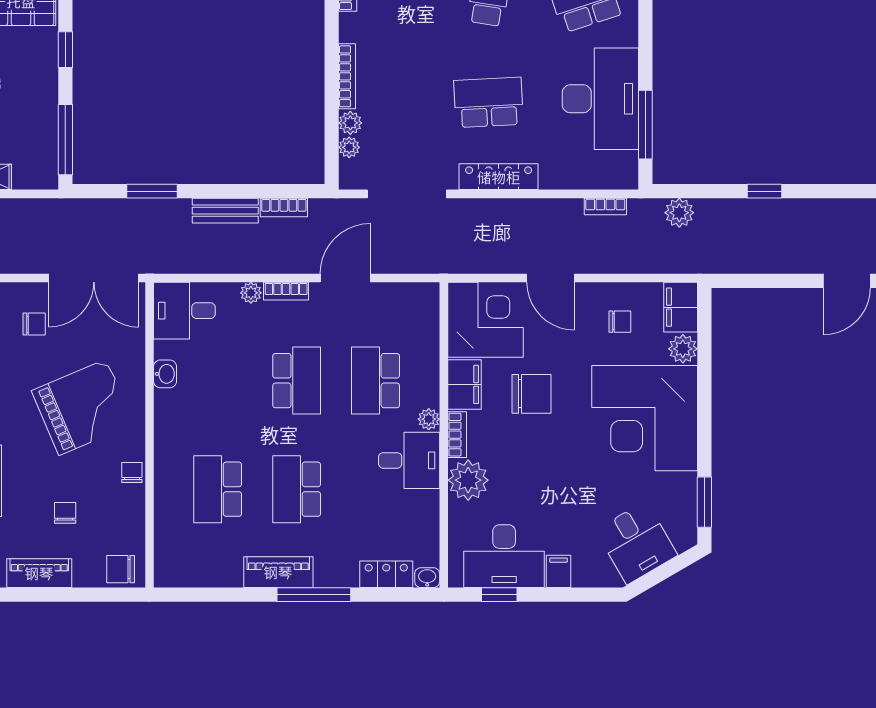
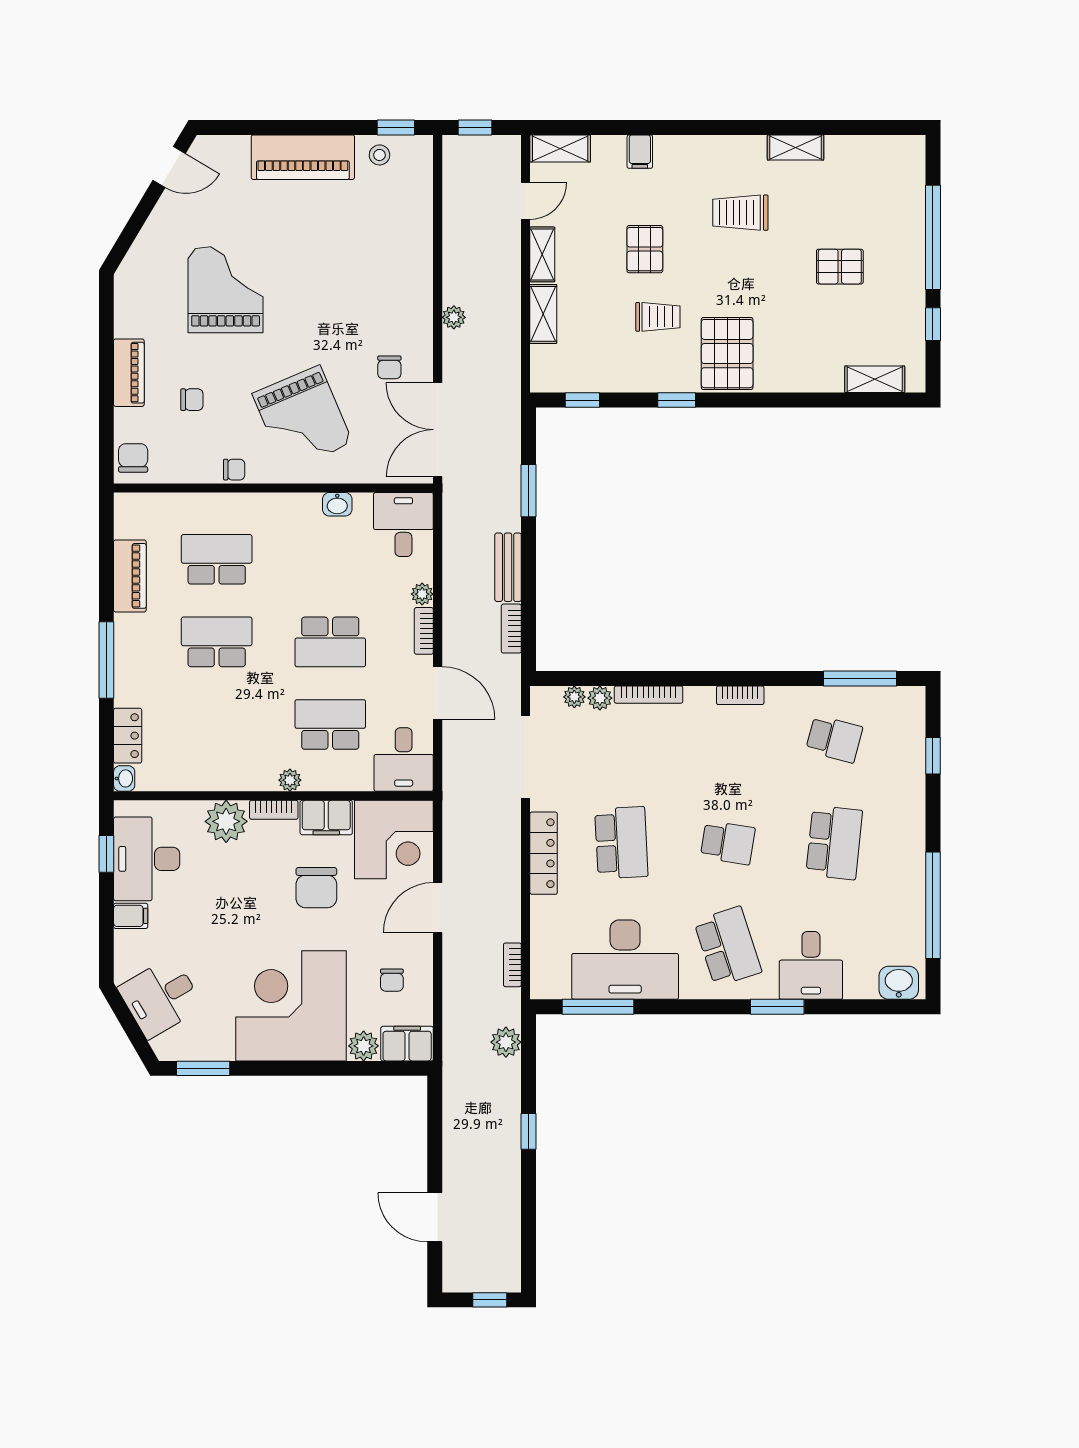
window: (65, 140) -> (582, 400), width x0.46
desk: (409, 460) -> (404, 759), moved
piano: (278, 572) -> (130, 576), moved

